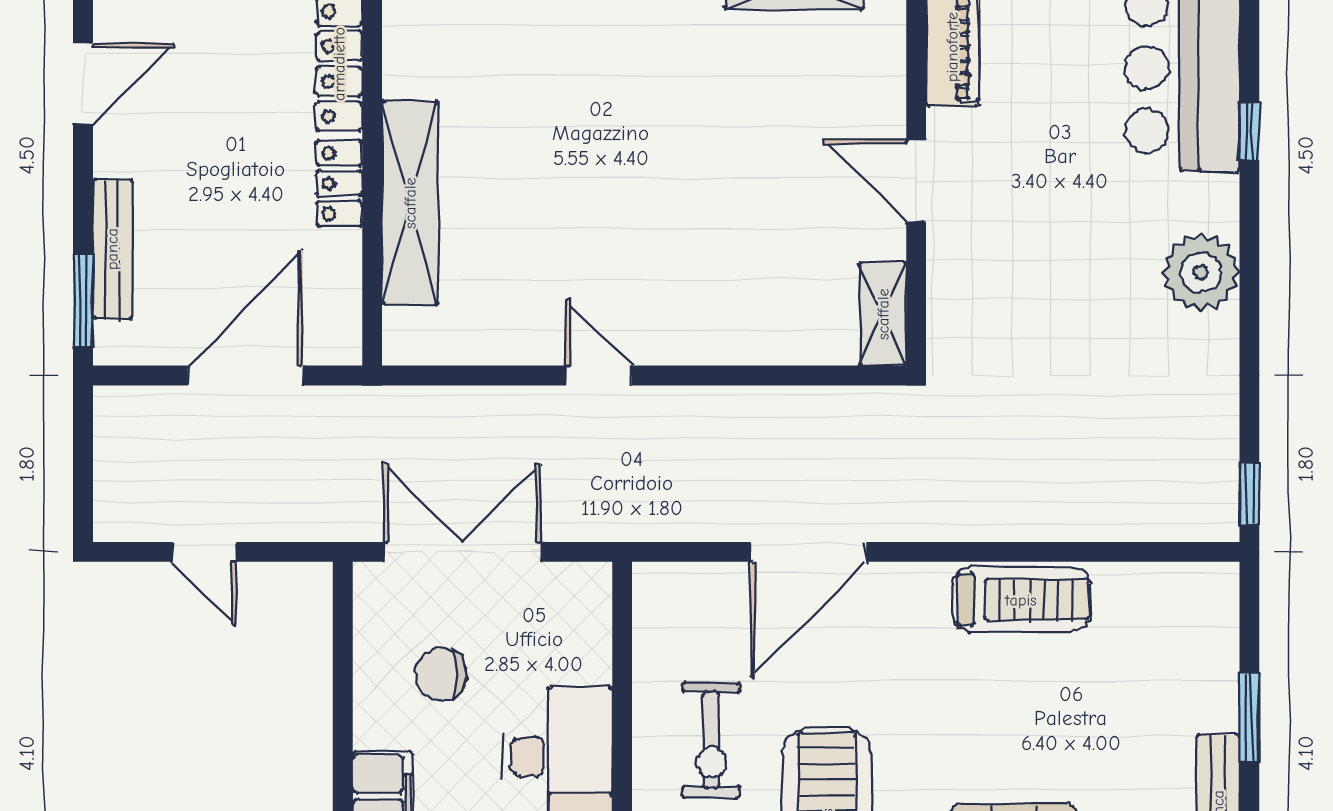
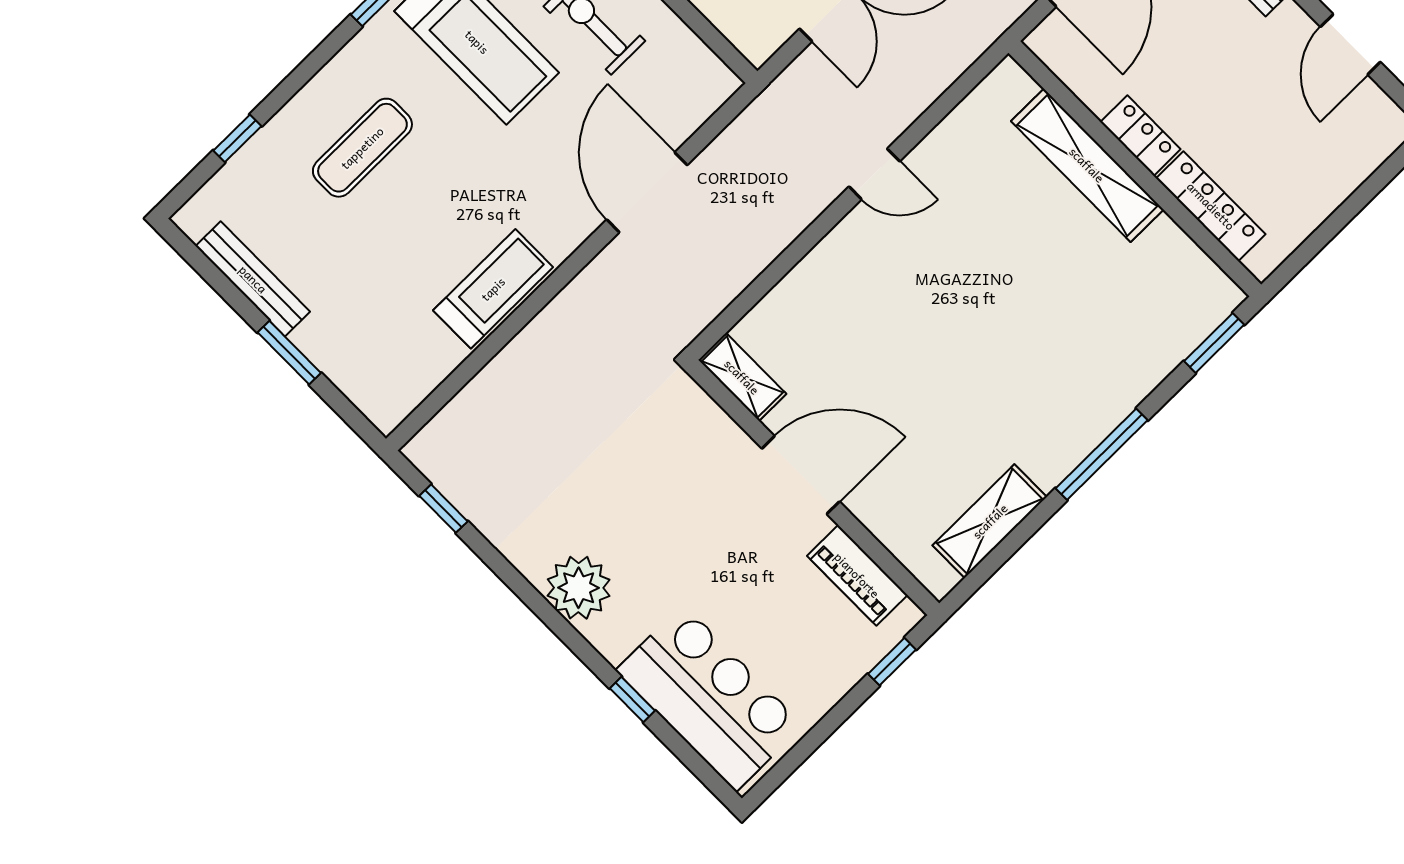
door: (916, 181) -> (801, 475), width x1.36
window: (1249, 494) -> (443, 509), moved
treadmill: (1021, 600) -> (493, 289), turned 180

